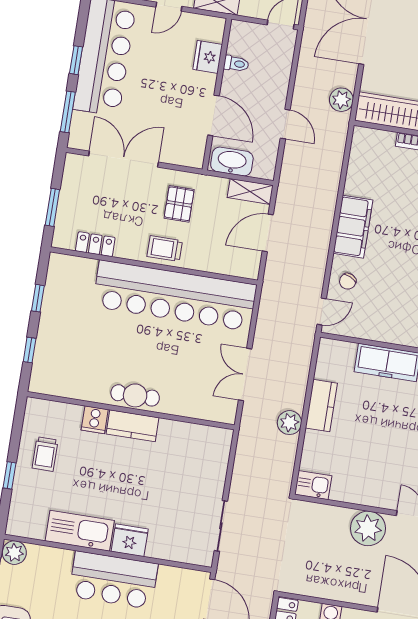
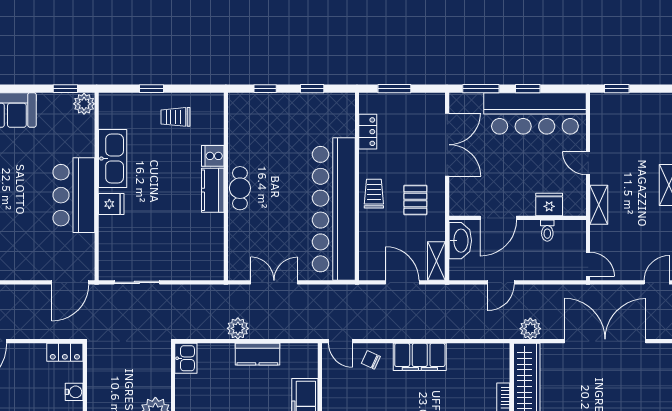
pallet: (179, 204) -> (415, 200), turned 90
fridge: (130, 540) -> (111, 204), width x0.72

